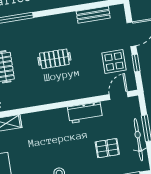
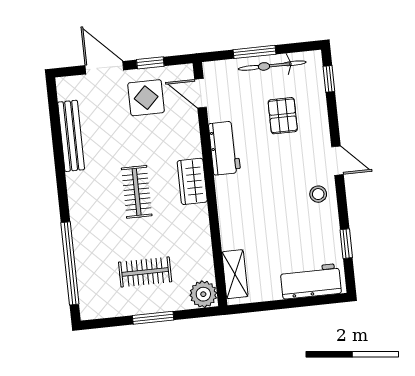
bench: (93, 15) -> (71, 136), width x1.36
wardrobe: (63, 93) -> (192, 181), added

